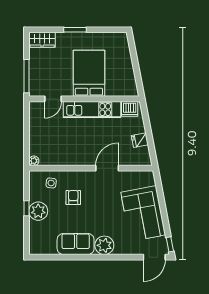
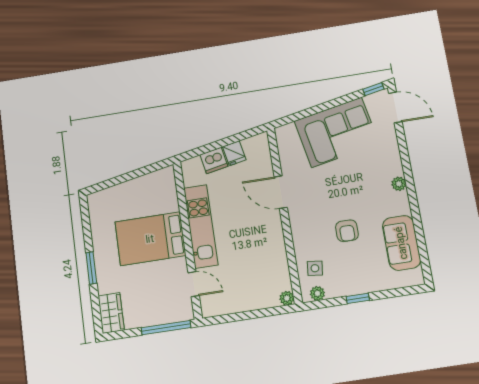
dishwasher: (130, 109) -> (214, 160), moved, turned 79
armchair: (73, 198) -> (347, 231), moved, turned -90
plant: (38, 211) -> (317, 293), moved, width x0.53, depth x0.53
sofa: (76, 244) -> (401, 243), moved
plant: (104, 245) -> (399, 184), width x0.53, depth x0.53

